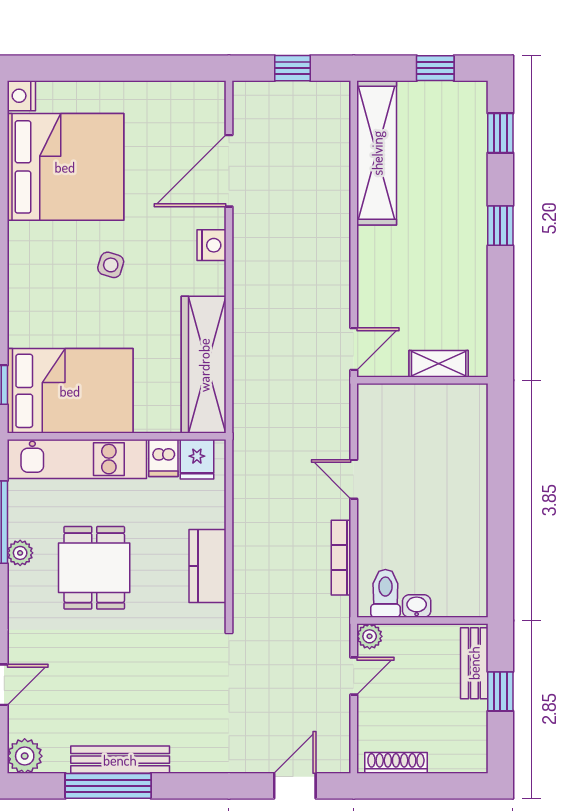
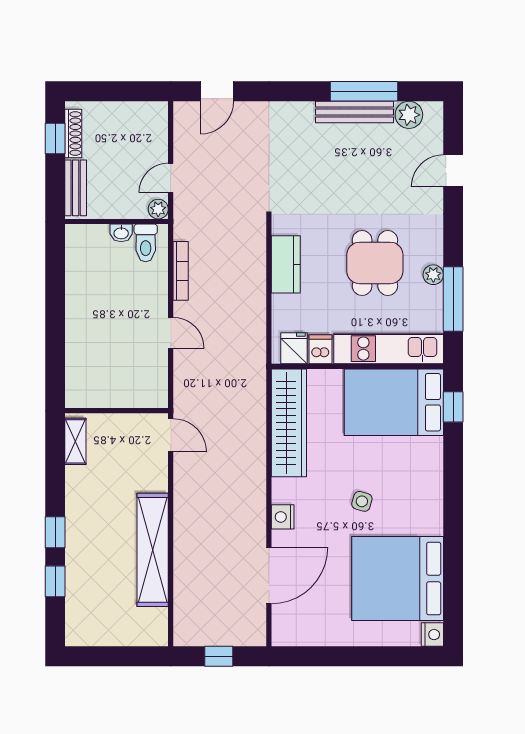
window: (435, 68) -> (106, 656), removed
window: (500, 133) -> (55, 581), moved
shelving: (377, 153) -> (153, 550), moved
door: (354, 349) -> (171, 435), swing flipped
shelving: (439, 364) -> (75, 441), moved, turned 90
window: (500, 691) -> (55, 138), moved
plant: (25, 756) -> (409, 115), moved
shoe rack: (396, 763) -> (73, 133), moved, turned -90

